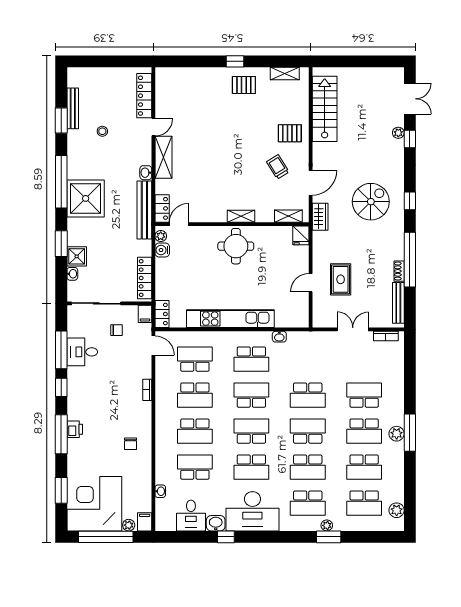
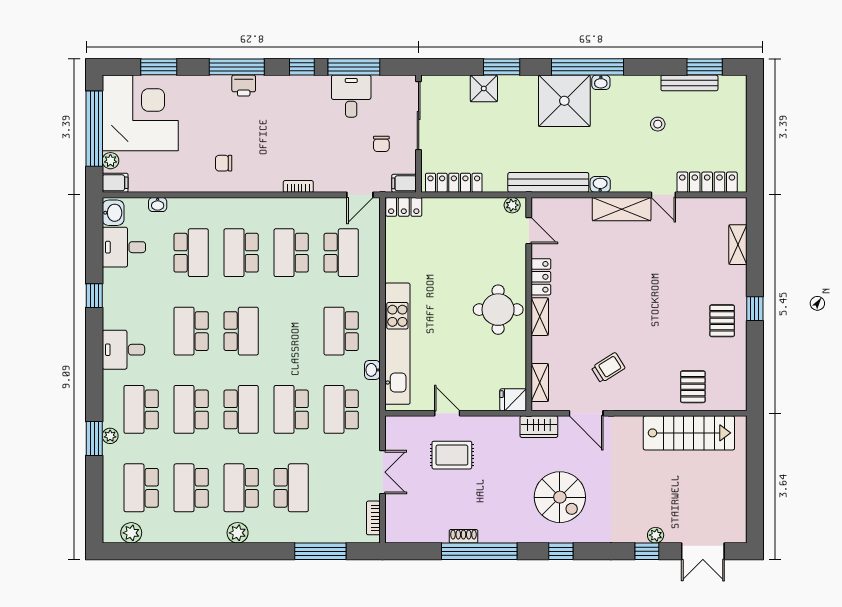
shelving: (285, 74) -> (738, 245), moved
window: (61, 121) -> (705, 67), moved
pallet: (290, 133) -> (693, 387), moved
locker: (162, 208) -> (541, 277), moved, turned -90
water cooler: (162, 250) -> (493, 207), removed
washbasin: (72, 274) -> (601, 82), moved
bench: (398, 303) -> (419, 535), removed
kitchen unit: (230, 319) -> (397, 344), moved
school desk: (251, 395) -> (341, 409), moved, turned 180
window: (410, 433) -> (320, 551), moved
desk: (252, 511) -> (123, 350), width x0.53, depth x0.77
washbasin: (216, 523) -> (113, 213), moved

